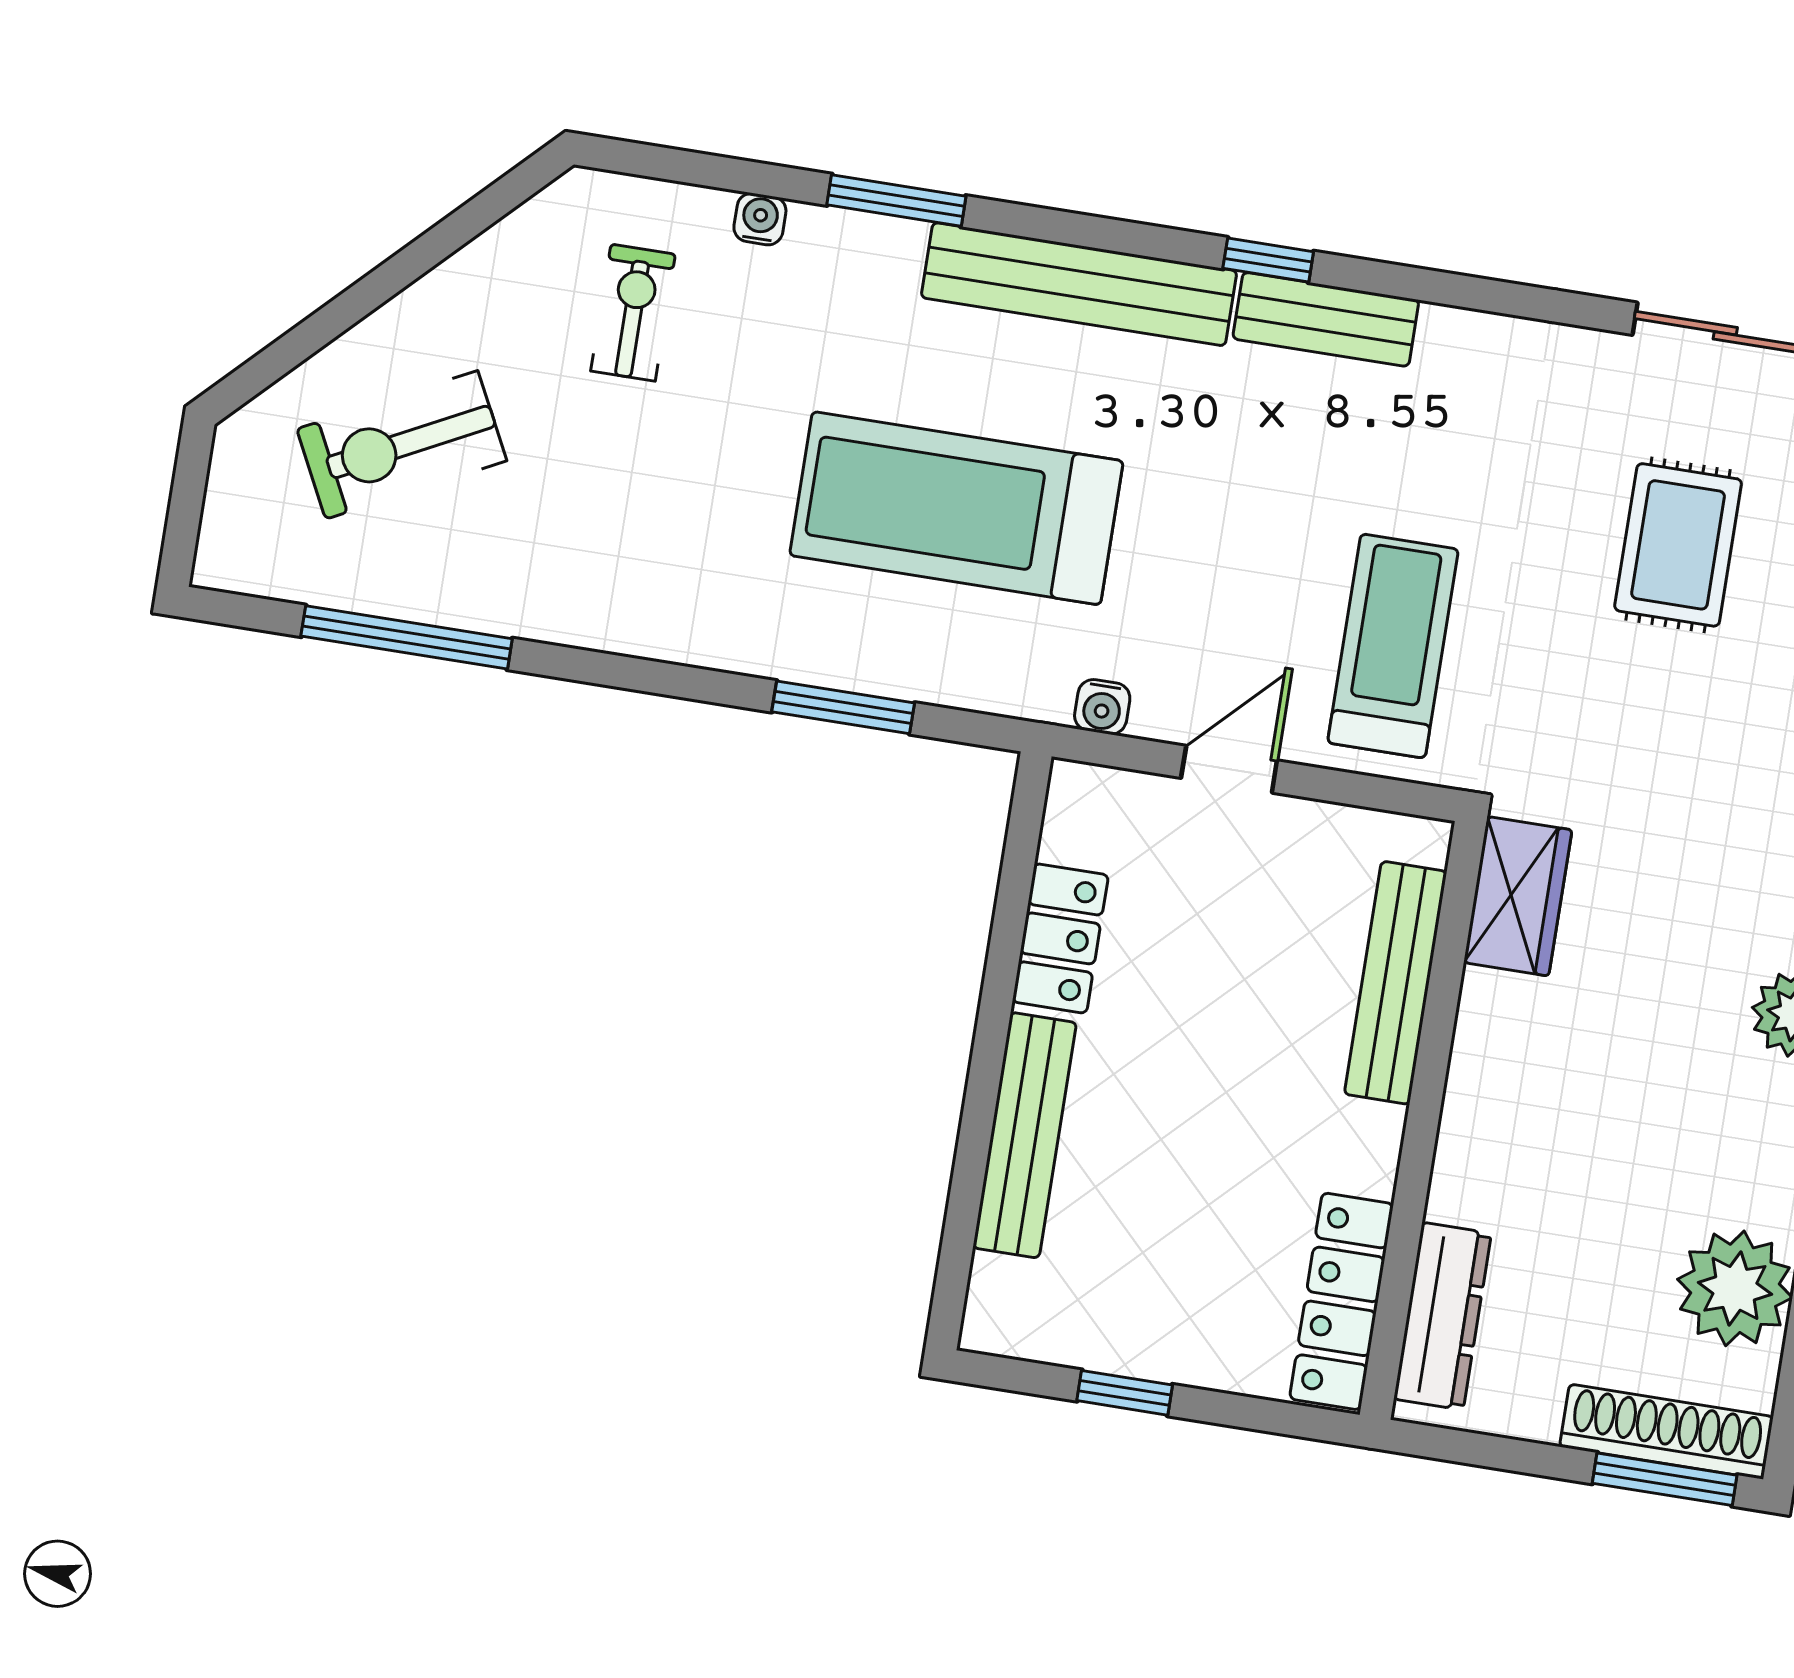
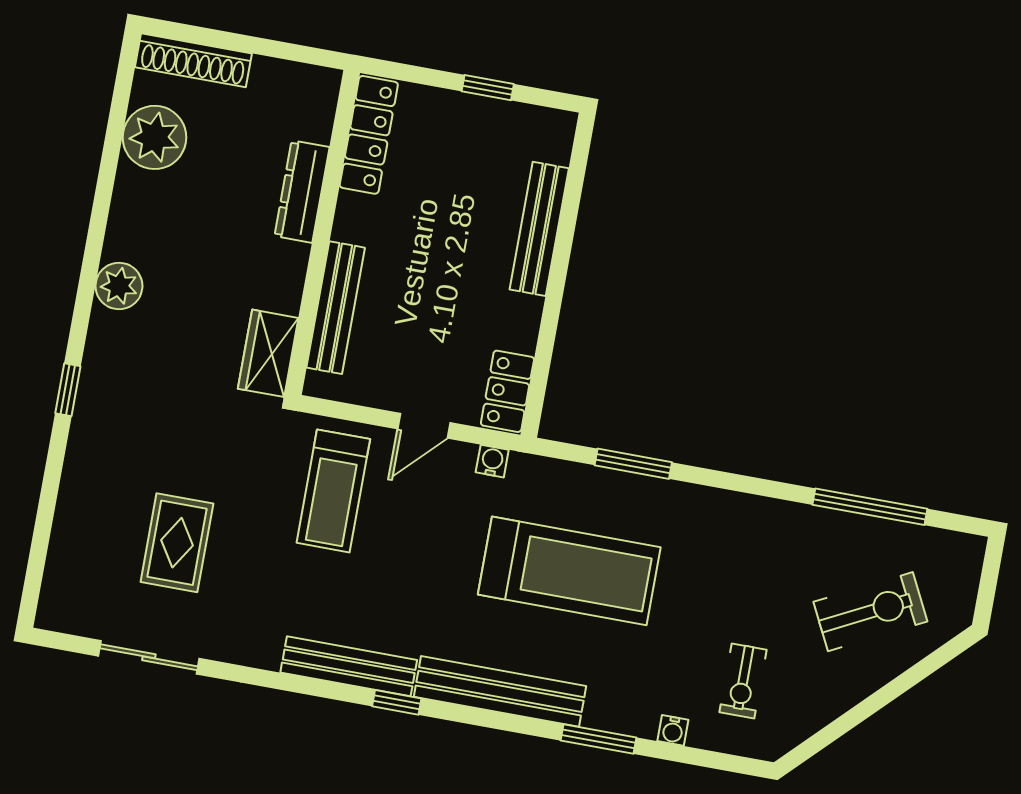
bench: (1326, 319) -> (349, 666), width x1.36
locker: (1060, 938) -> (507, 391), moved
dresser: (1443, 1316) -> (302, 192), moved
window: (1665, 1479) -> (195, 34), removed

